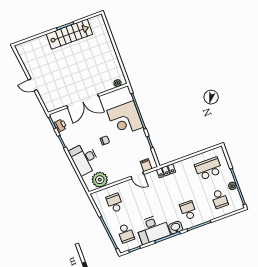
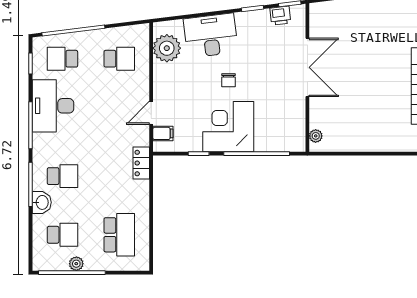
double door: (83, 101) -> (307, 67), swing flipped
corner desk: (125, 119) -> (228, 127), moved
school desk: (220, 199) -> (62, 235), turned 180
washbasin: (176, 228) -> (42, 202), moved

